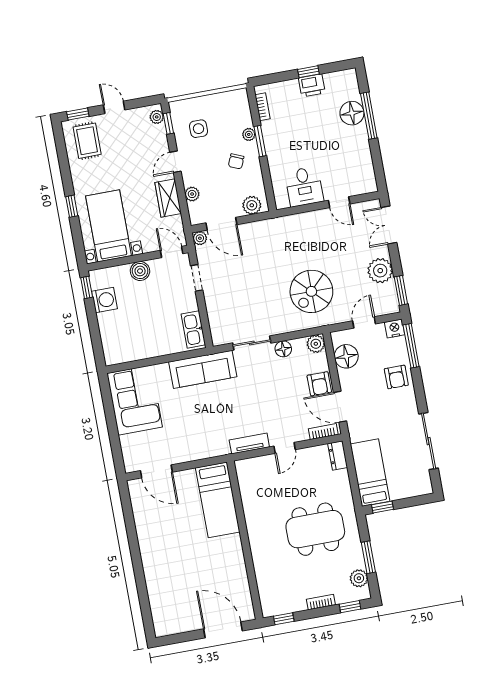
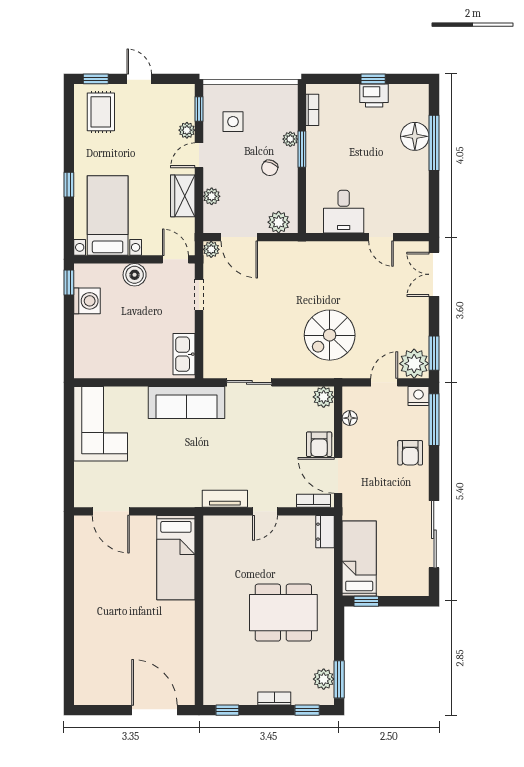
plant: (157, 117) -> (187, 130), moved
plant: (380, 271) -> (414, 364), moved
floor lamp: (283, 349) -> (285, 396), removed
floor lamp: (346, 356) -> (350, 418), width x0.53, depth x0.53
window: (368, 557) -> (339, 679), moved

